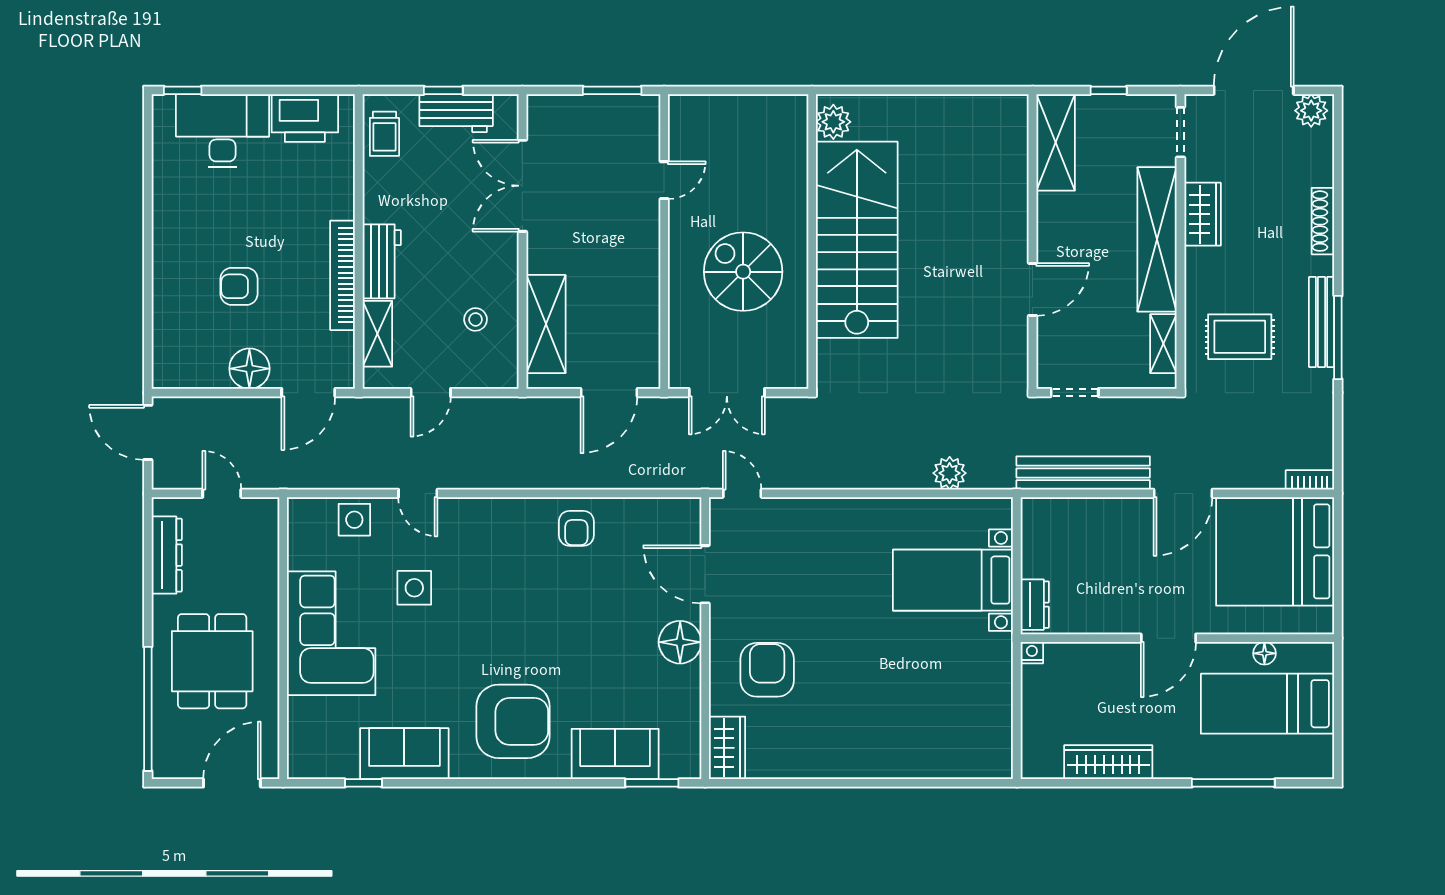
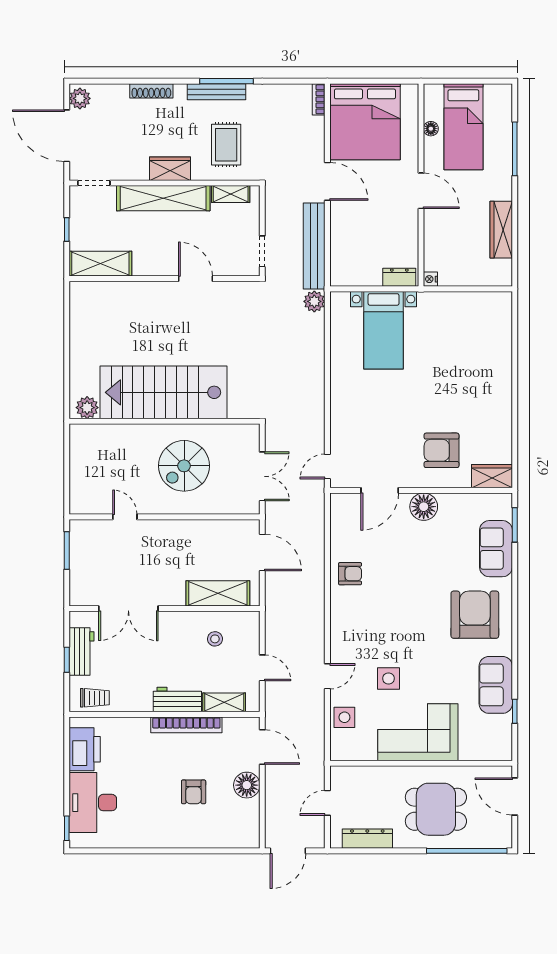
wardrobe: (1203, 214) -> (170, 169), moved
plant: (950, 473) -> (314, 301), moved

